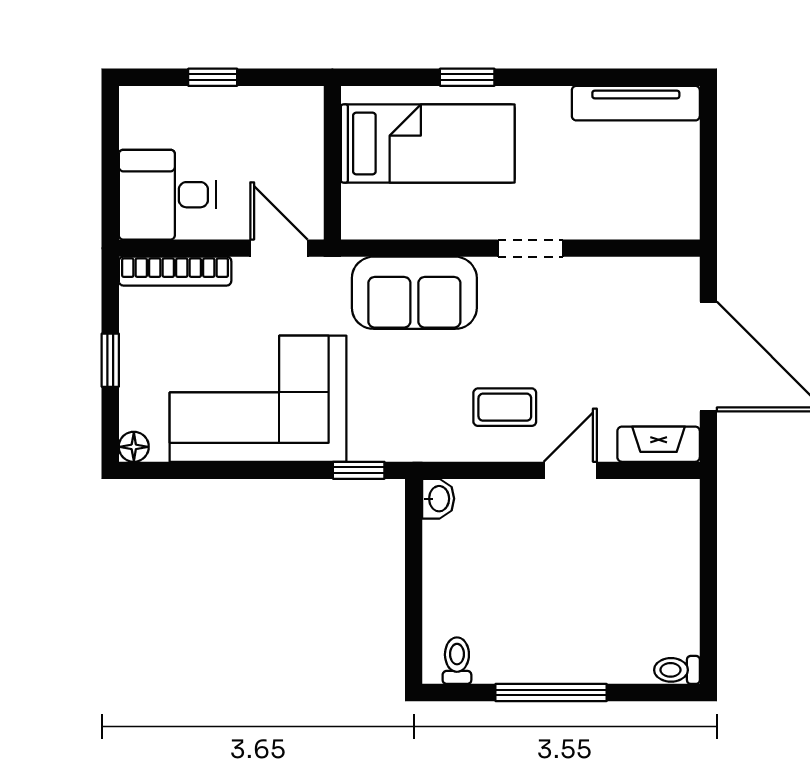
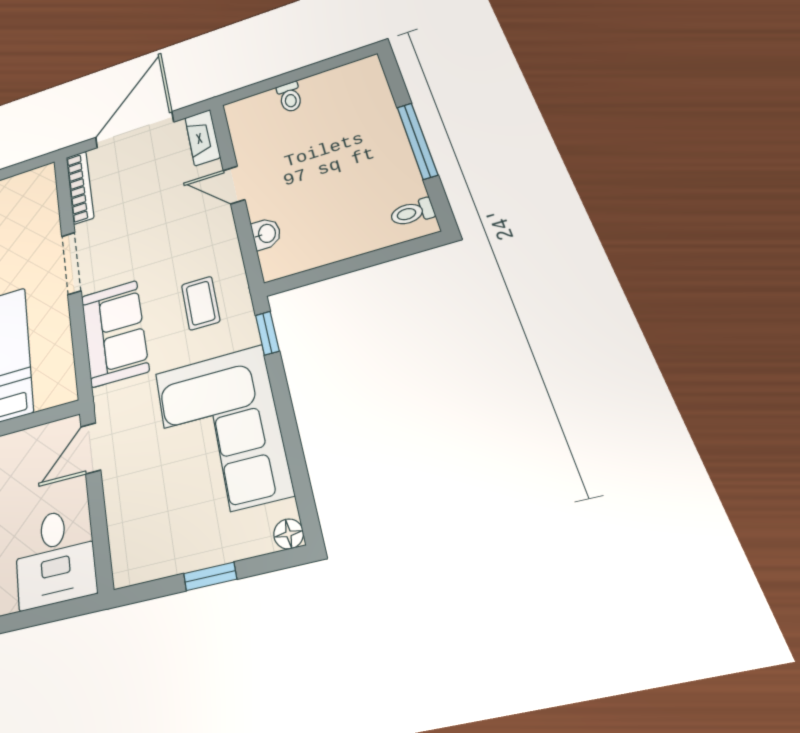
doorway: (530, 248) -> (71, 263), width x1.38
bookcase: (175, 271) -> (80, 187), moved
coffee table: (505, 407) -> (201, 303), moved
washbasin: (438, 499) -> (266, 234), moved, turned 90
toilet: (677, 670) -> (290, 97), moved

